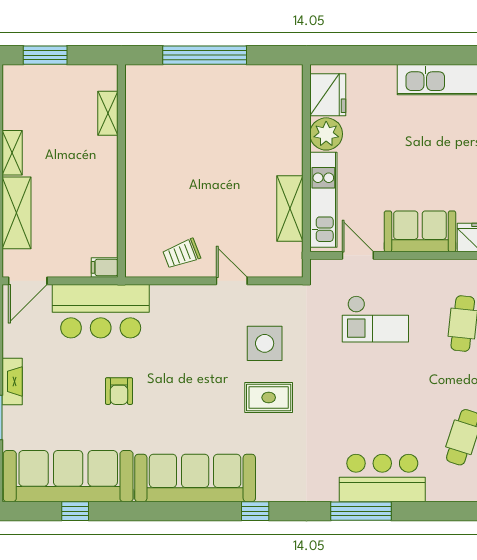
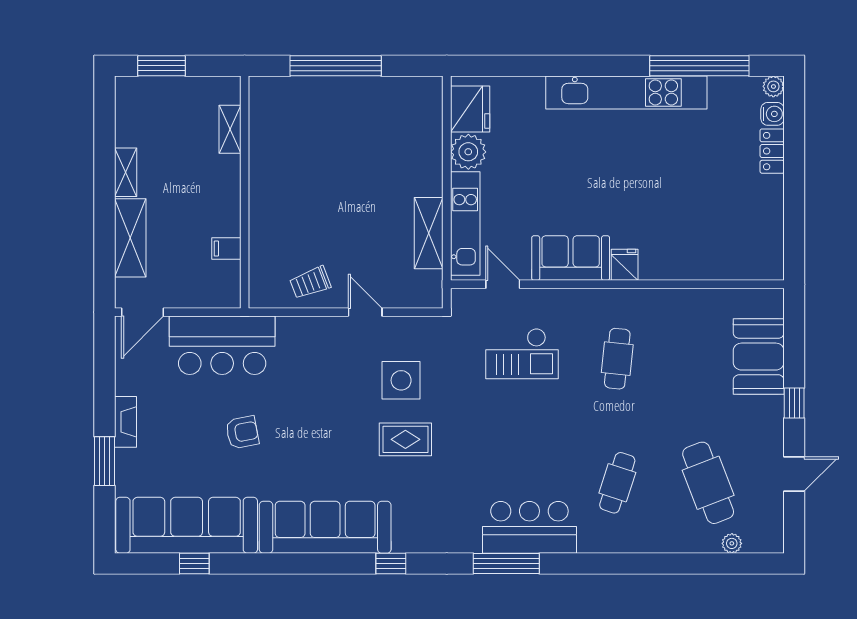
filing cabinet: (105, 267) -> (226, 249), moved
armchair: (119, 391) -> (242, 432), turned -101

